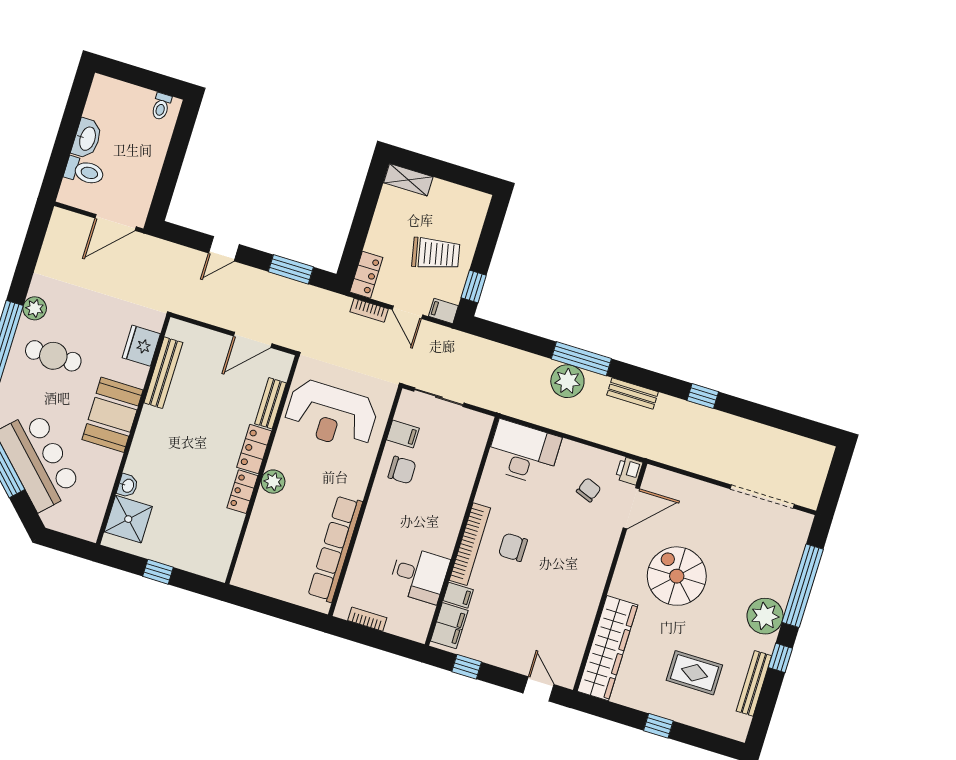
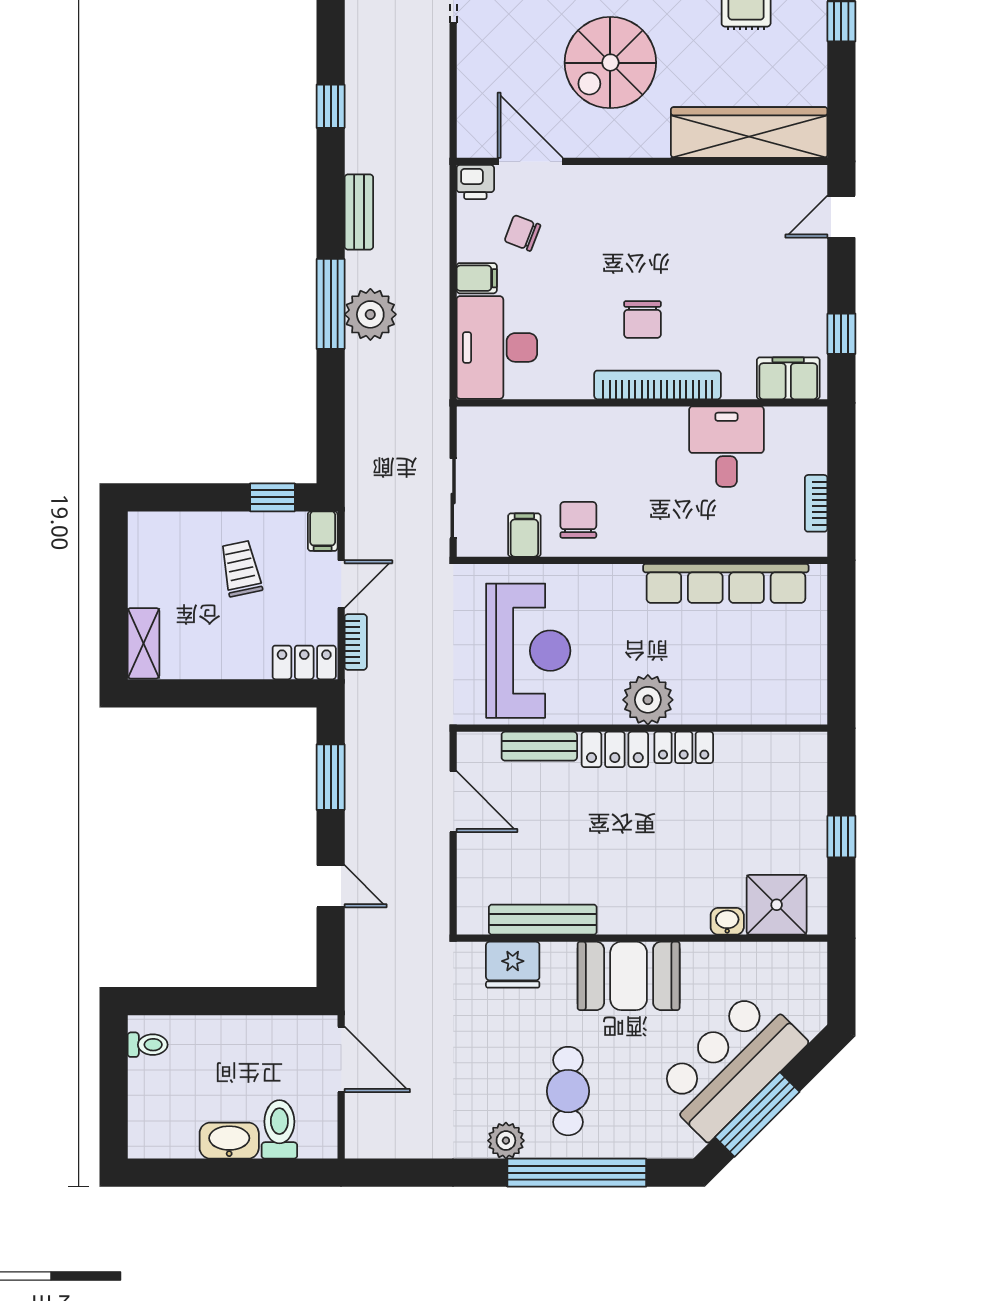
trolley: (436, 254) -> (241, 569), width x0.73, depth x0.72
plant: (273, 482) -> (648, 700), width x1.36, depth x1.36
filing cabinet: (458, 595) -> (477, 278), moved, turned 90

